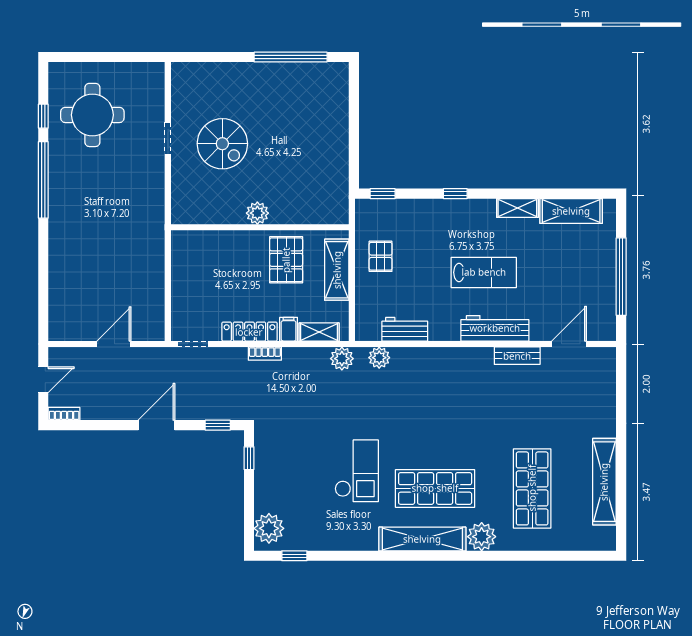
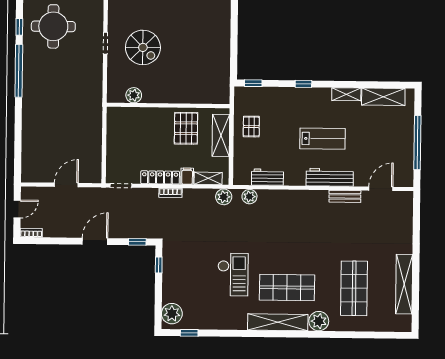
plant: (257, 213) -> (134, 95), moved

